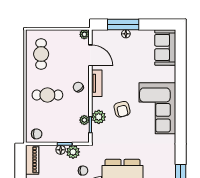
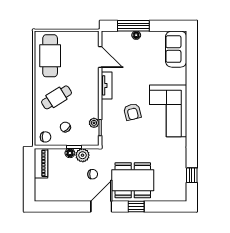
plant: (84, 34) -> (94, 36), removed
cafe table: (41, 54) -> (50, 56), width x1.37, depth x1.35
chair: (78, 87) -> (65, 127), moved
cafe table: (47, 95) -> (56, 97), turned -32
plant: (99, 117) -> (109, 120), removed

